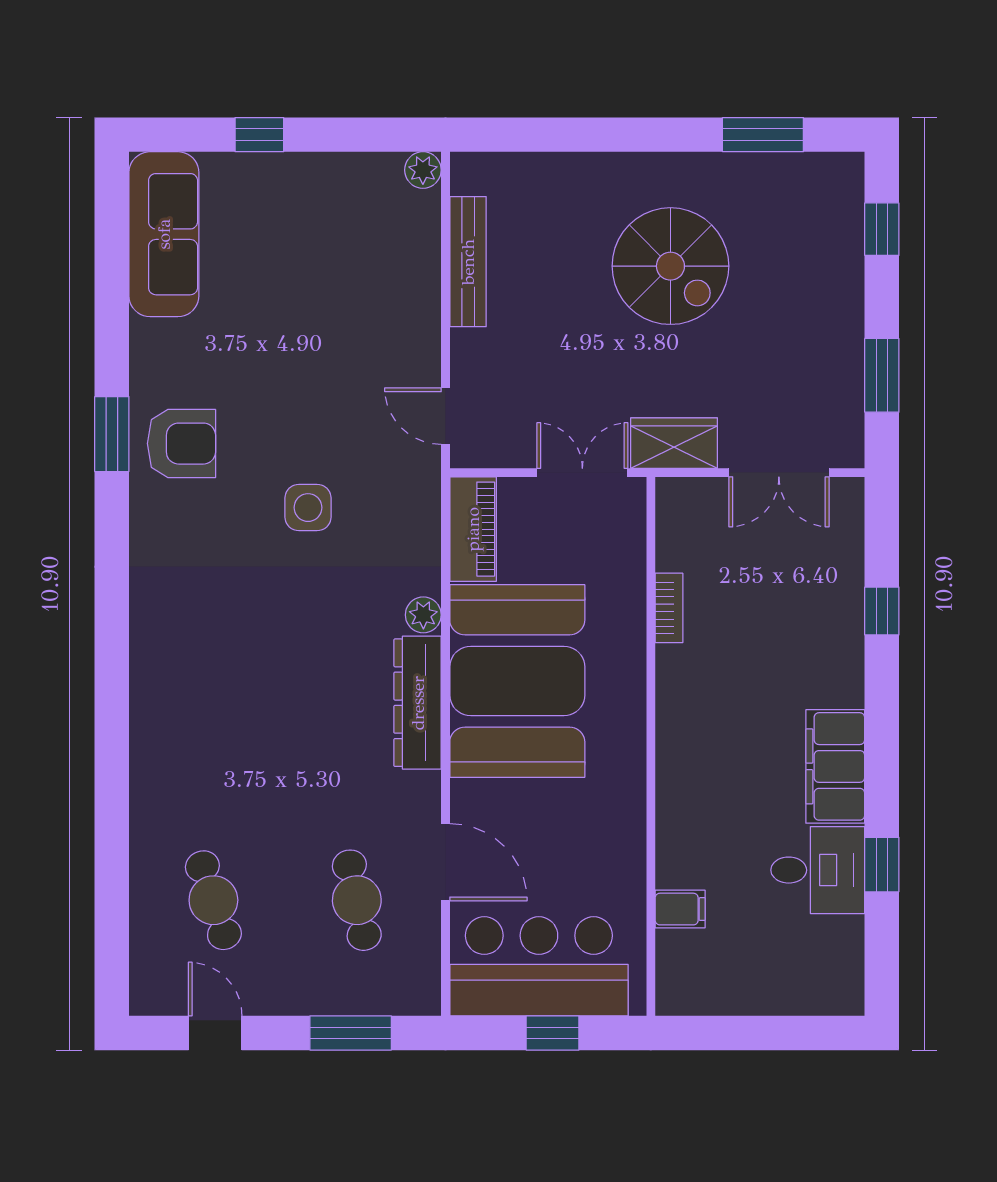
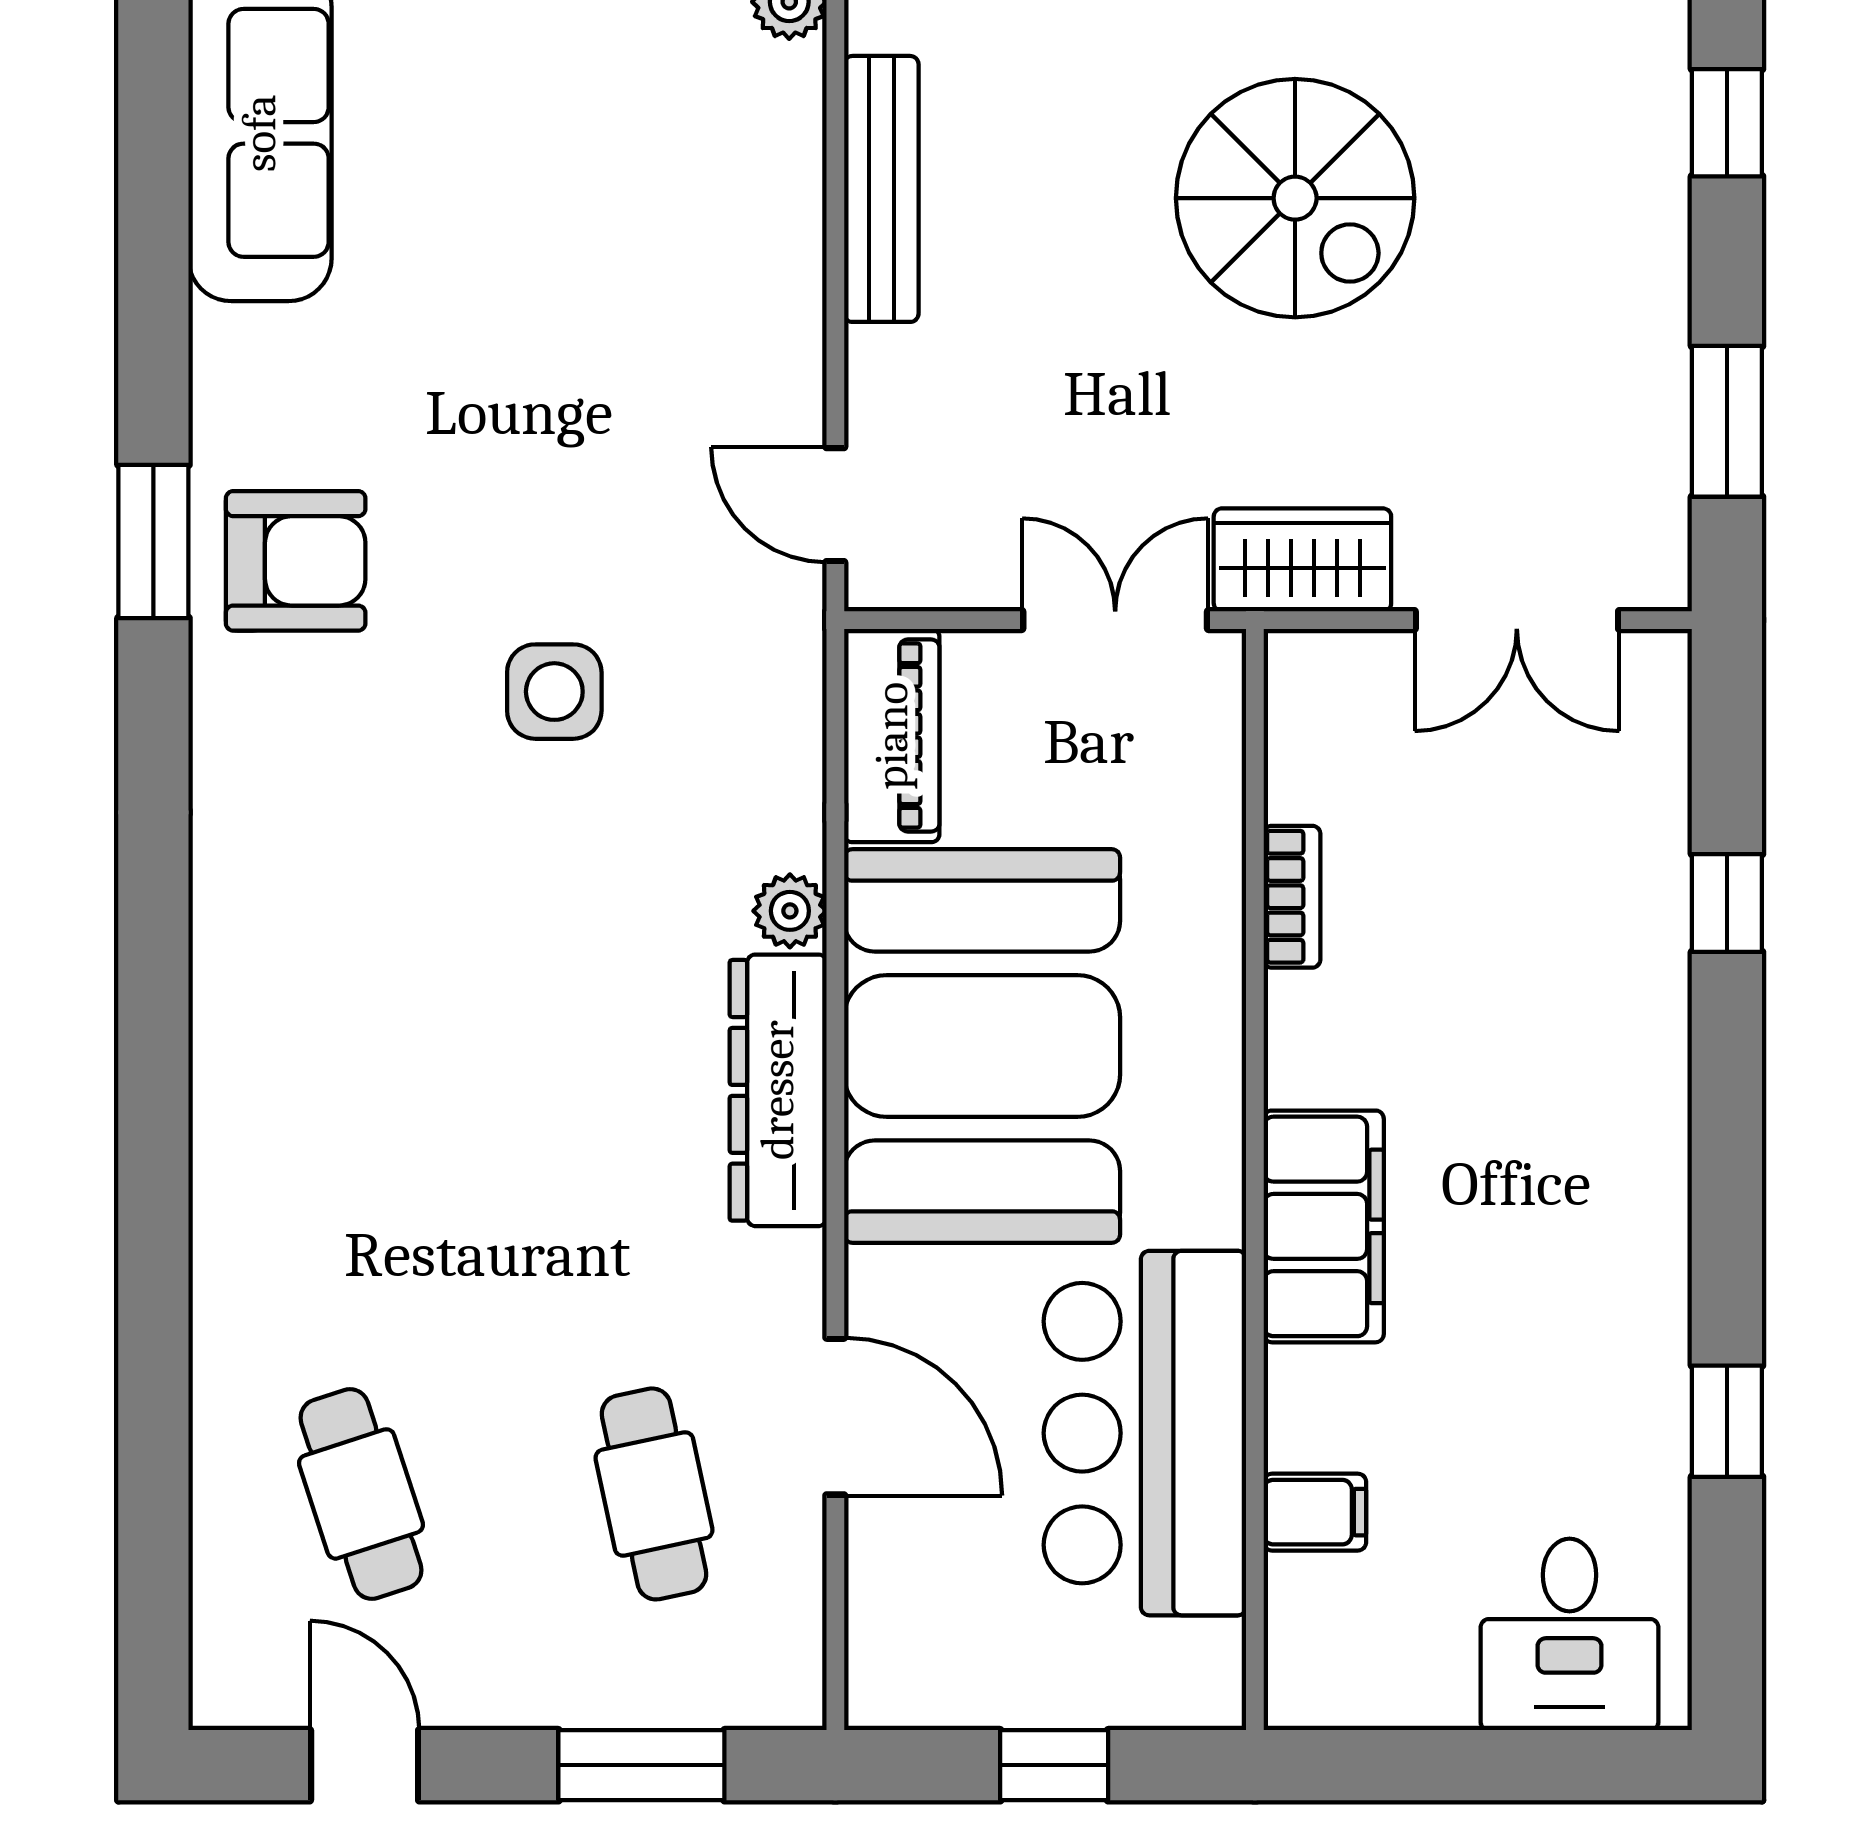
filing cabinet: (835, 766) -> (1324, 1226), moved, turned 180
desk: (818, 870) -> (1570, 1634), moved, turned 90
bar counter: (539, 966) -> (1145, 1433), moved, turned -90

